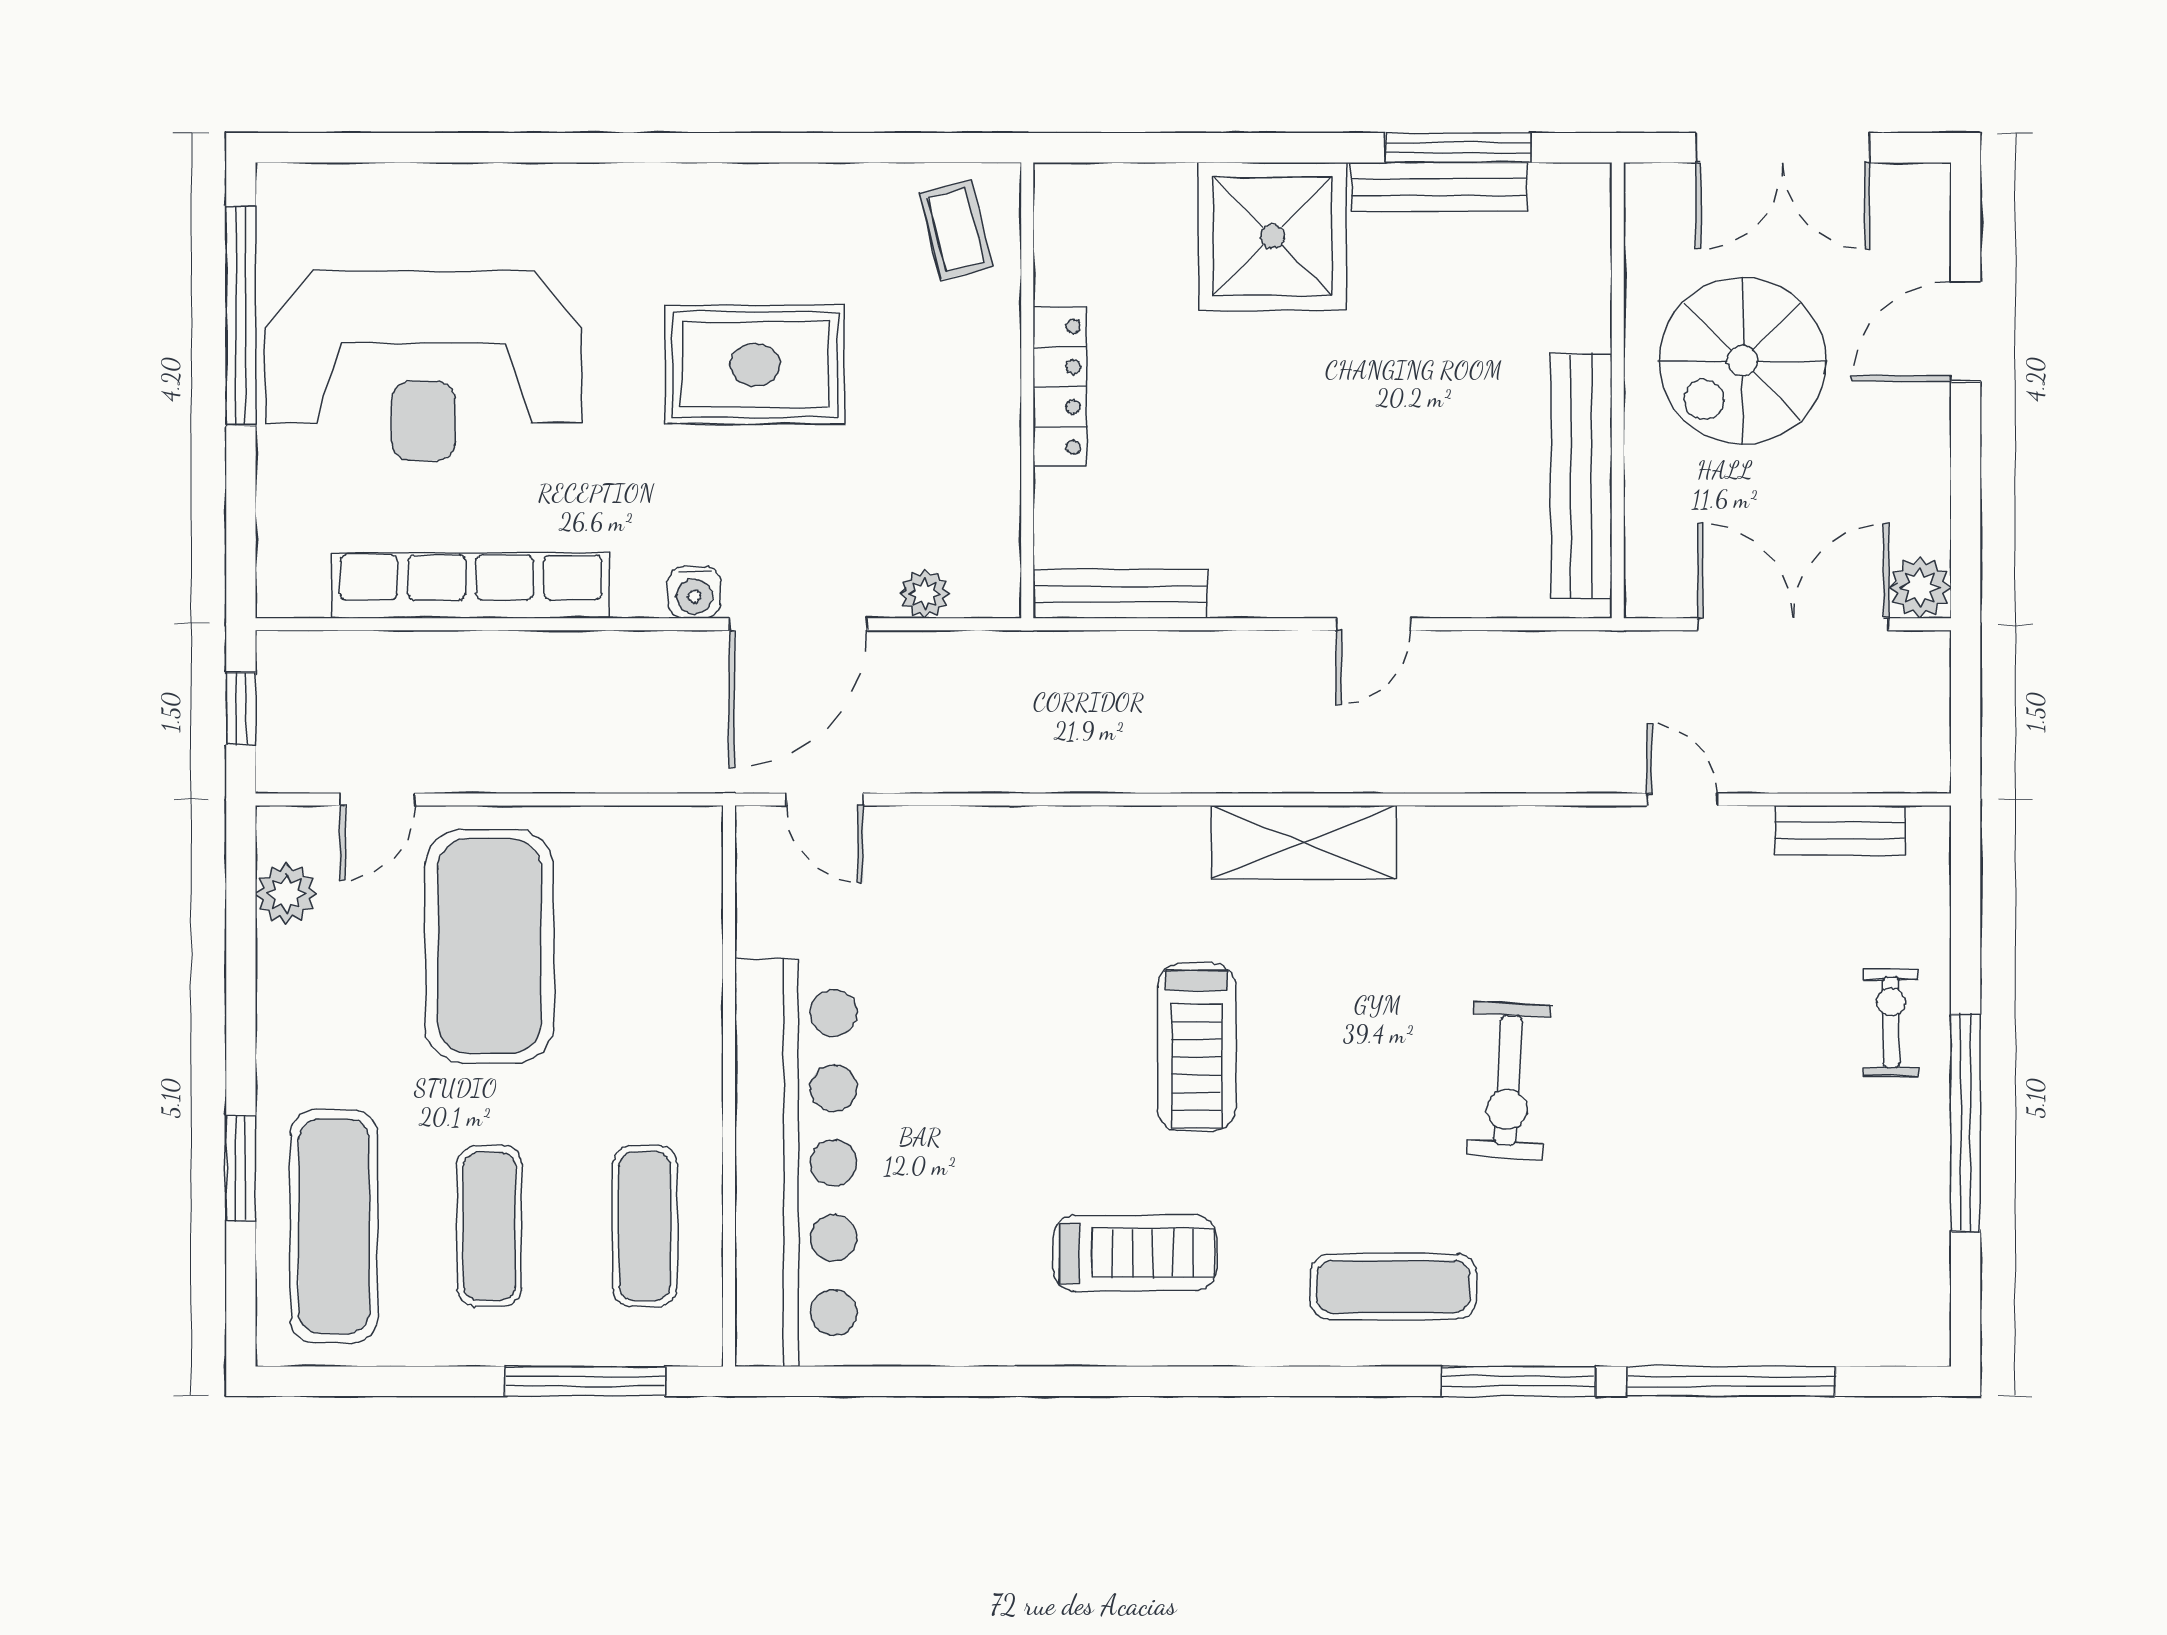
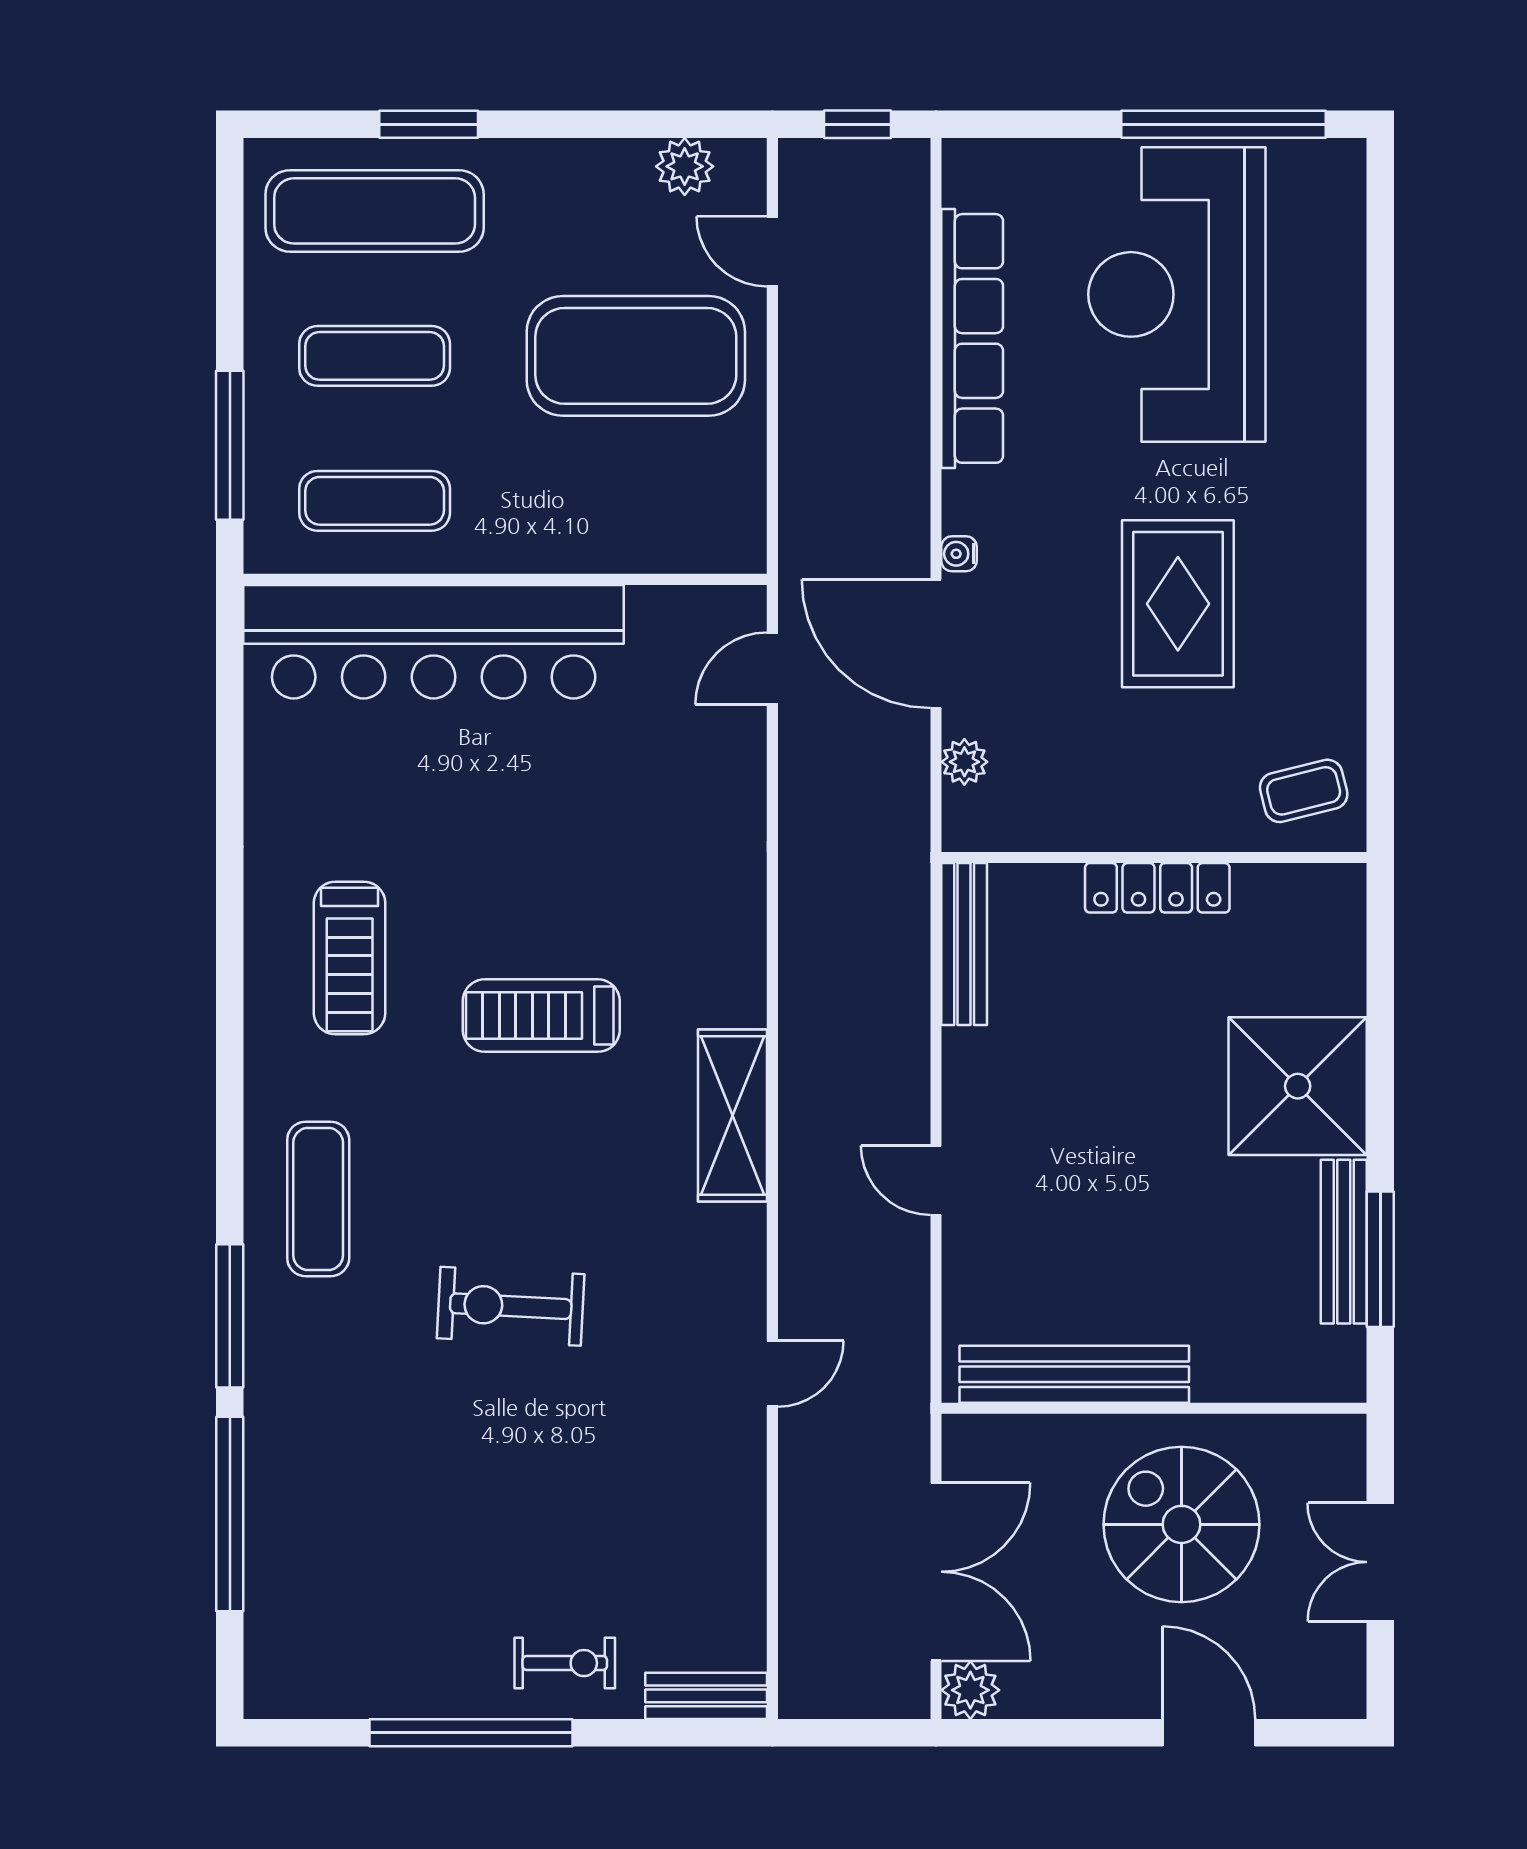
double door: (1783, 148) -> (1380, 1562), width x0.73
water cooler: (694, 592) -> (959, 554), width x0.72, depth x0.72
door: (1682, 800) -> (772, 1374), moved
bench: (1840, 830) -> (706, 1696), moved, turned 90

